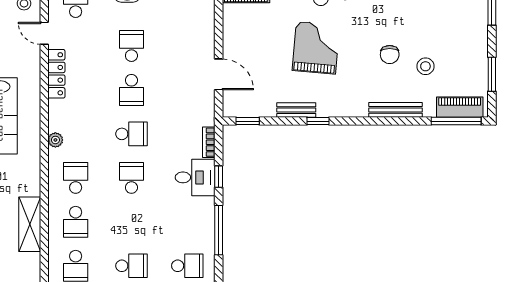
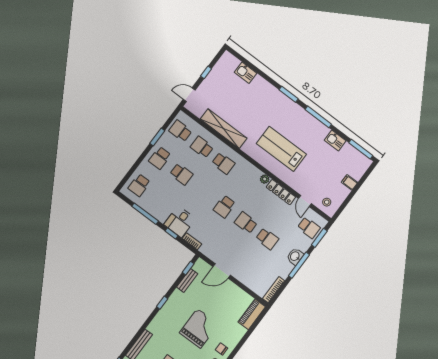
door: (44, 33) -> (305, 201), swing flipped
grand piano: (316, 48) -> (199, 328), turned -95
bench: (296, 110) -> (187, 280), moved
plant: (55, 140) -> (265, 179), moved
school desk: (131, 178) -> (181, 174), moved
shelving: (30, 224) -> (224, 129), width x1.47

